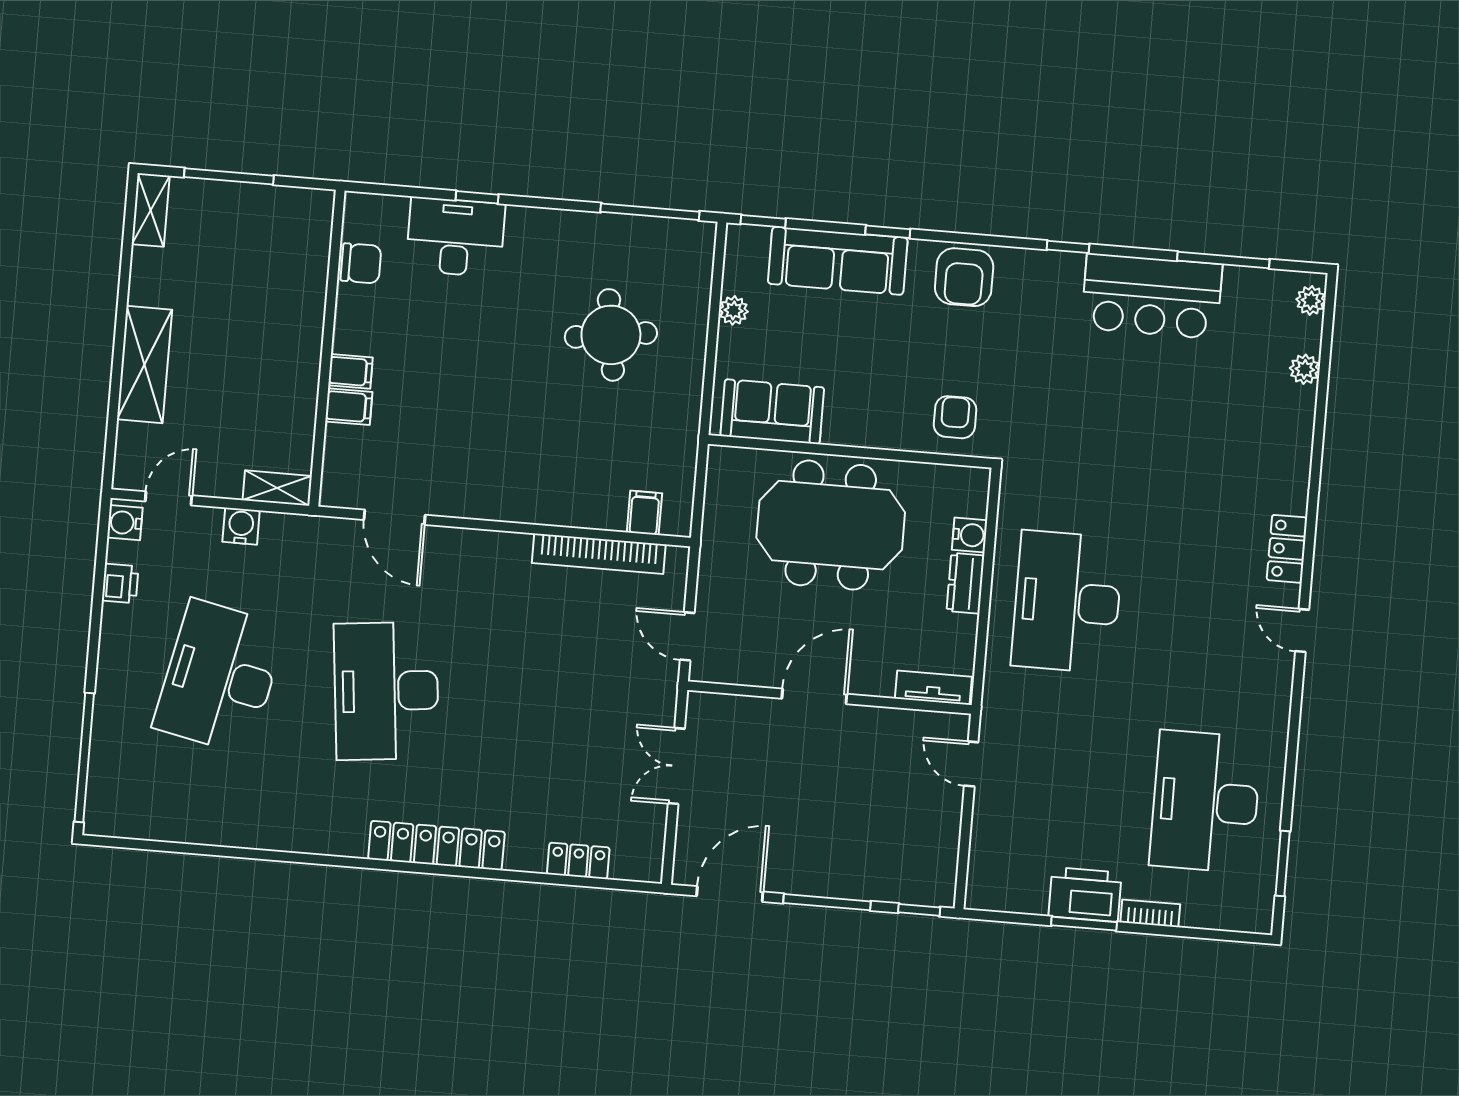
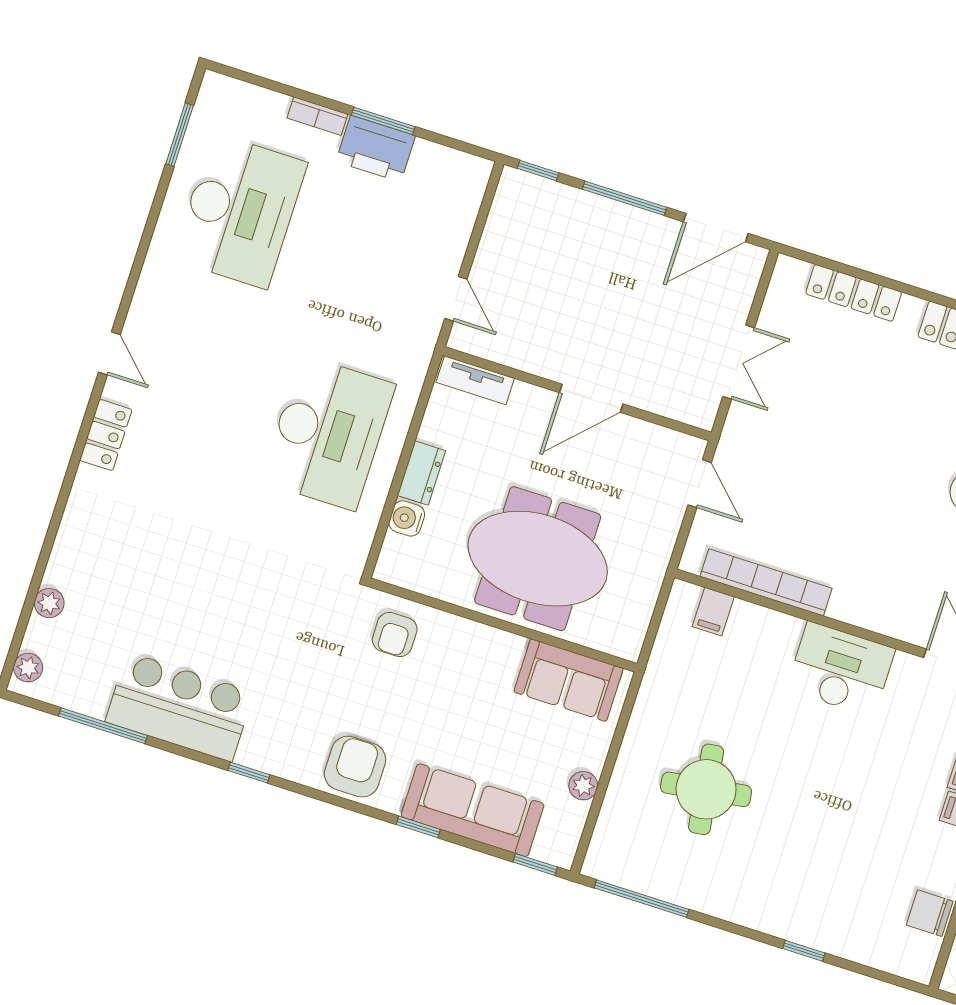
desk: (455, 237) -> (841, 669), moved, turned 180
locker: (578, 861) -> (854, 293), width x1.53

